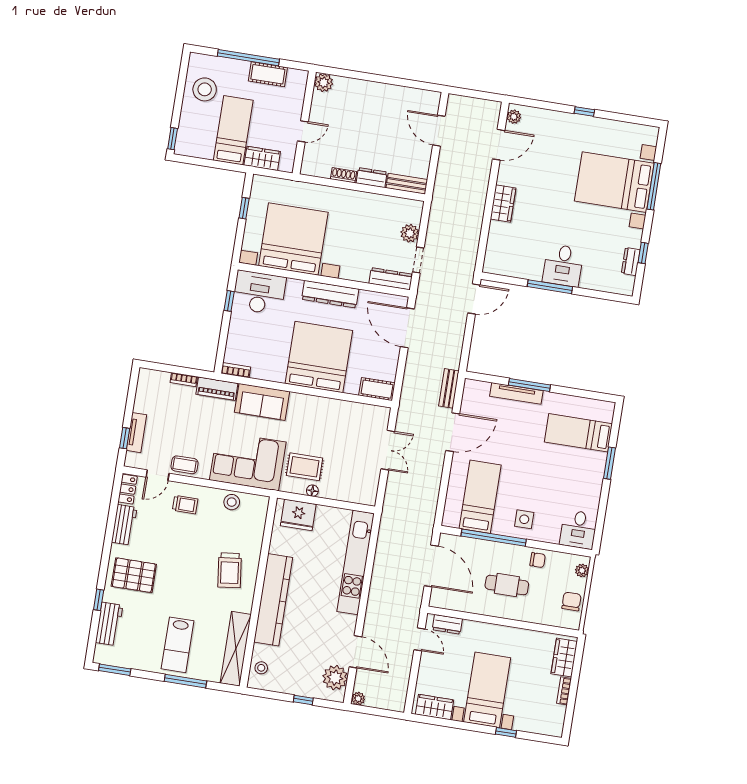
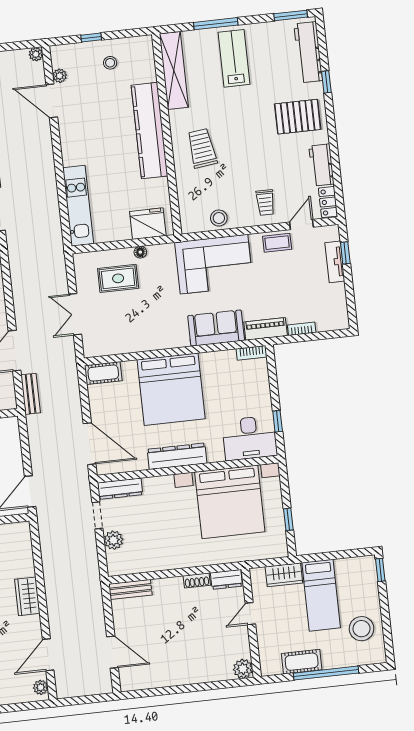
dresser: (372, 178) -> (226, 579), moved
rug: (305, 467) -> (118, 278), moved
trolley: (185, 505) -> (265, 203), turned -90
kitchen unit: (356, 562) -> (78, 206), width x0.73
workbench: (109, 624) -> (308, 52), width x1.38
stool: (261, 668) -> (110, 63), moved
plant: (335, 678) -> (60, 76), width x0.53, depth x0.53

